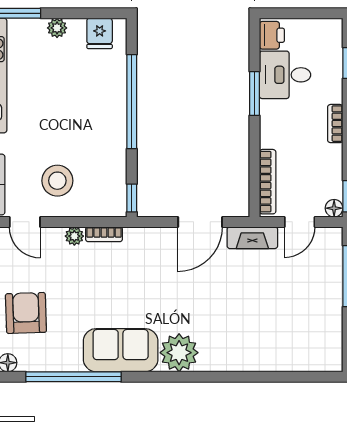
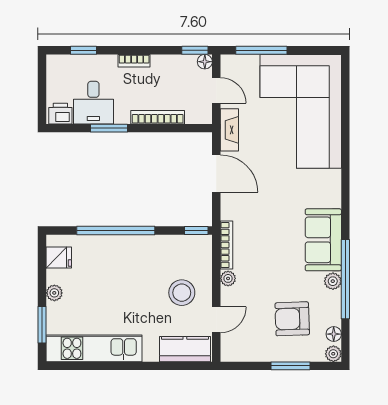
bookcase: (268, 182) -> (158, 117), moved
bookcase: (104, 234) -> (227, 245), width x1.56
corner sofa: (275, 323) -> (301, 111), added
plant: (179, 353) -> (333, 281), moved, width x0.53, depth x0.53

